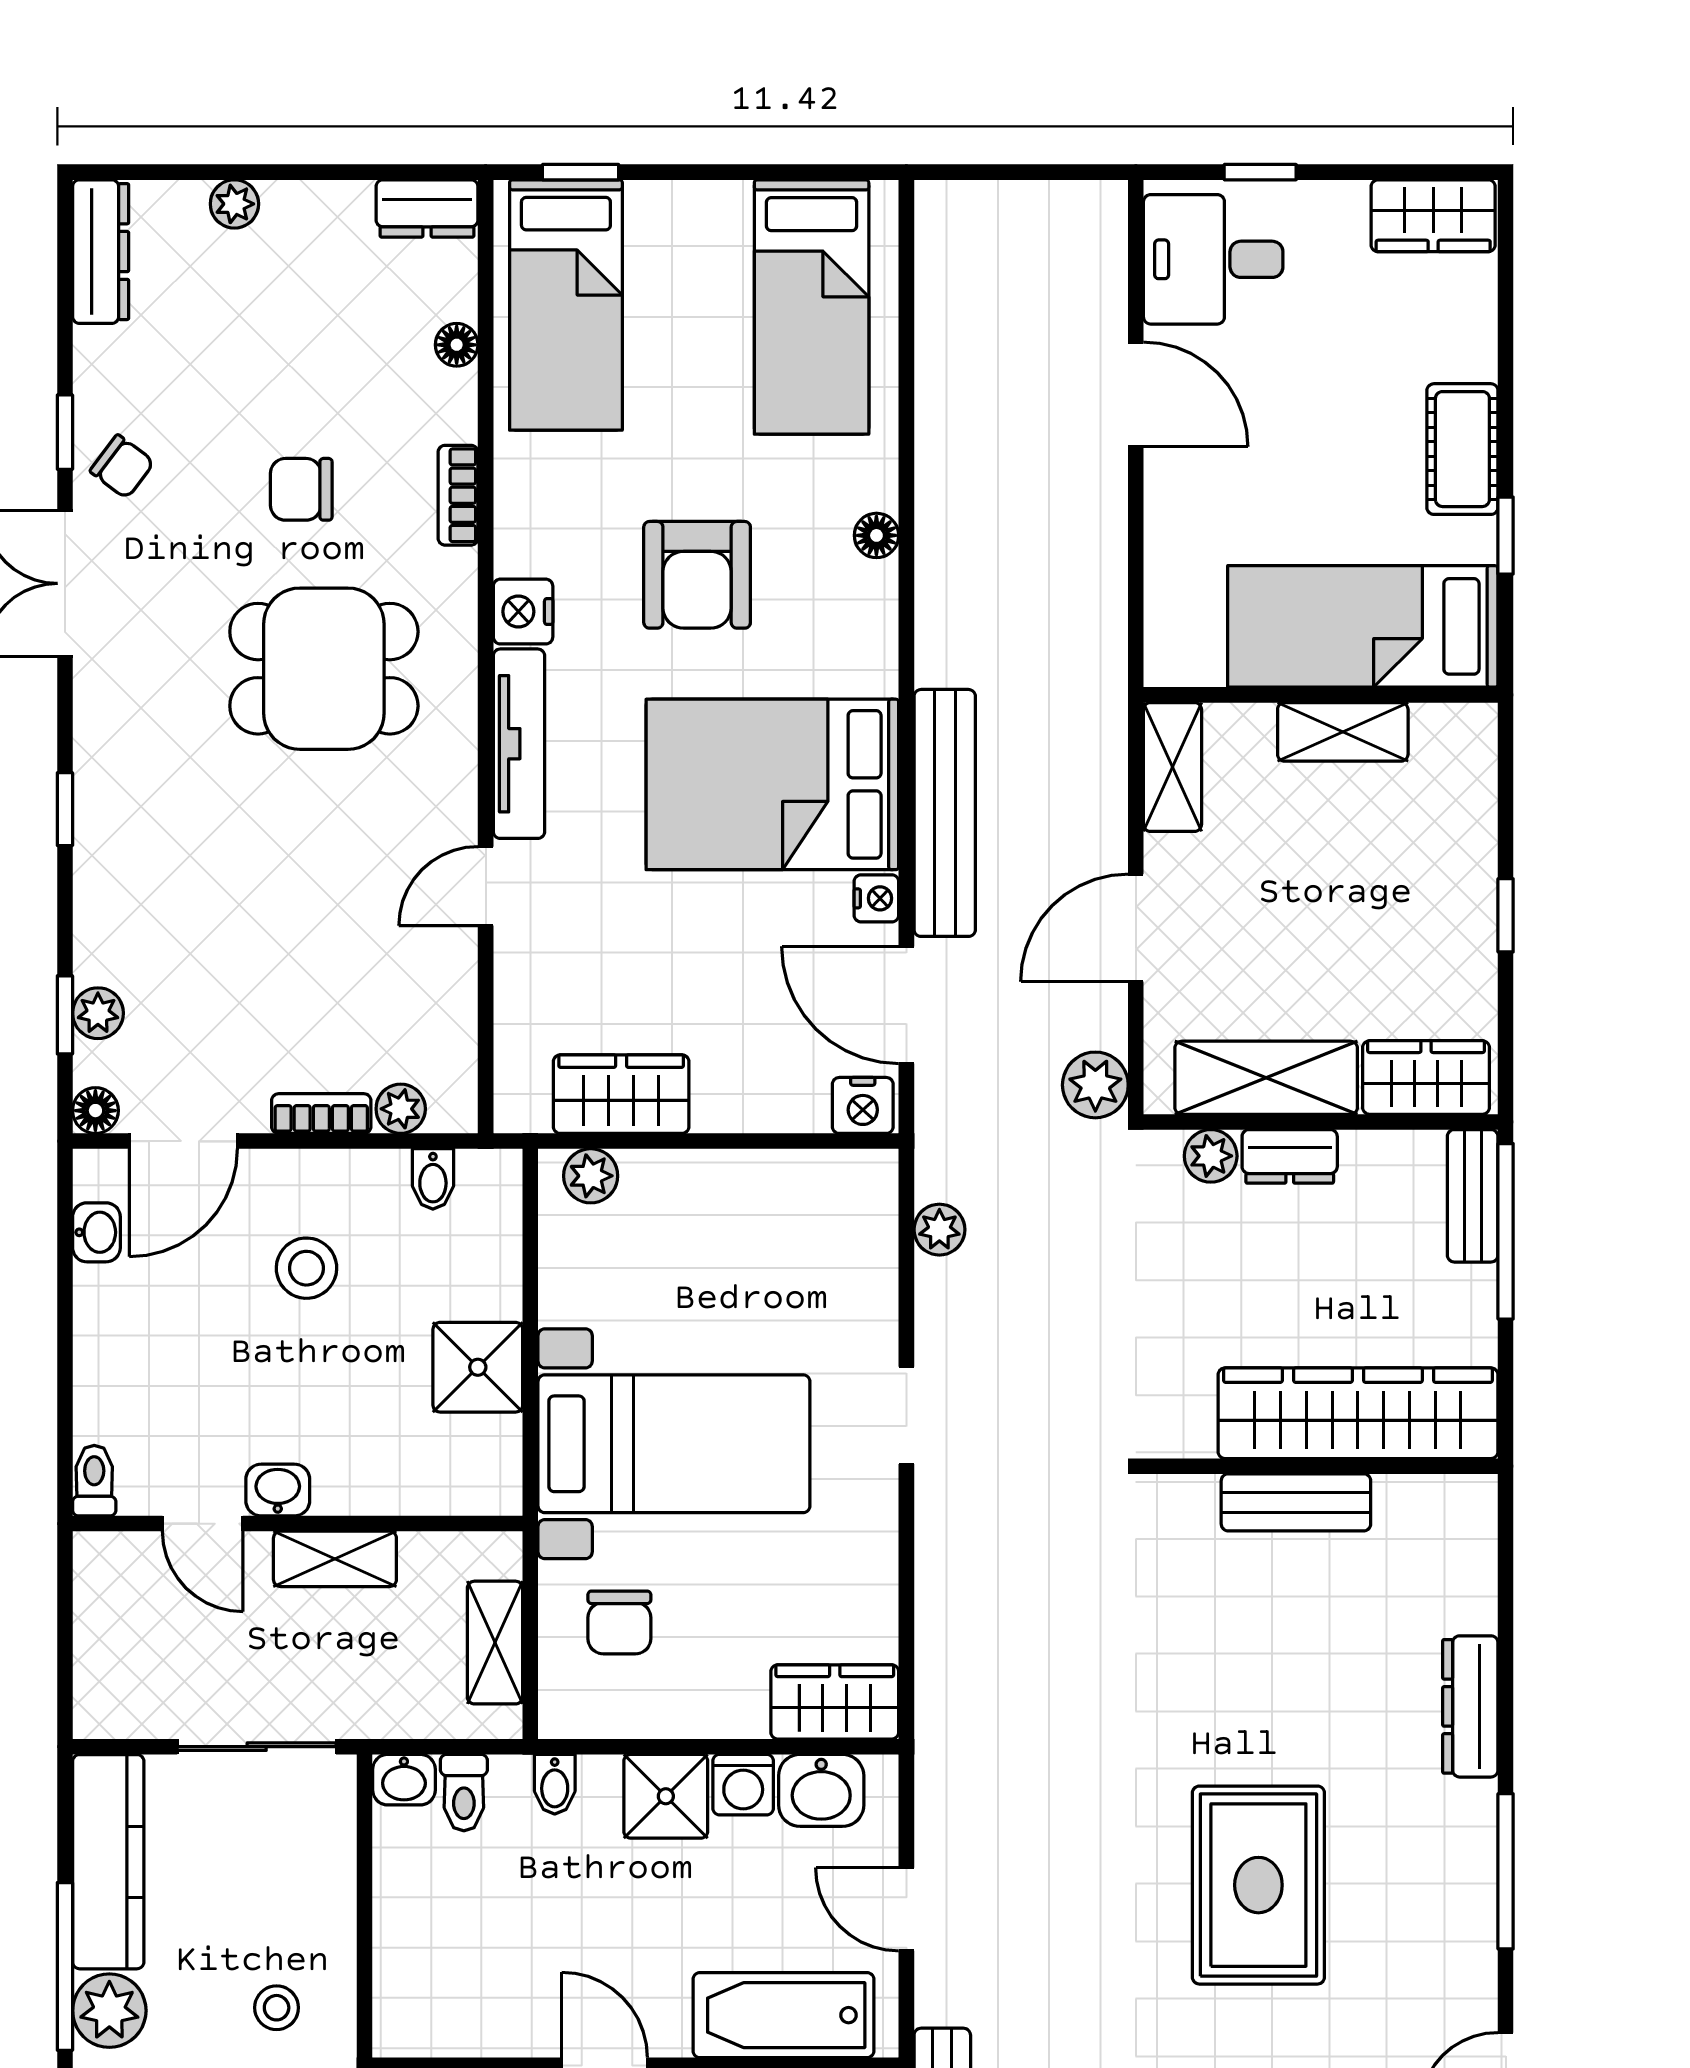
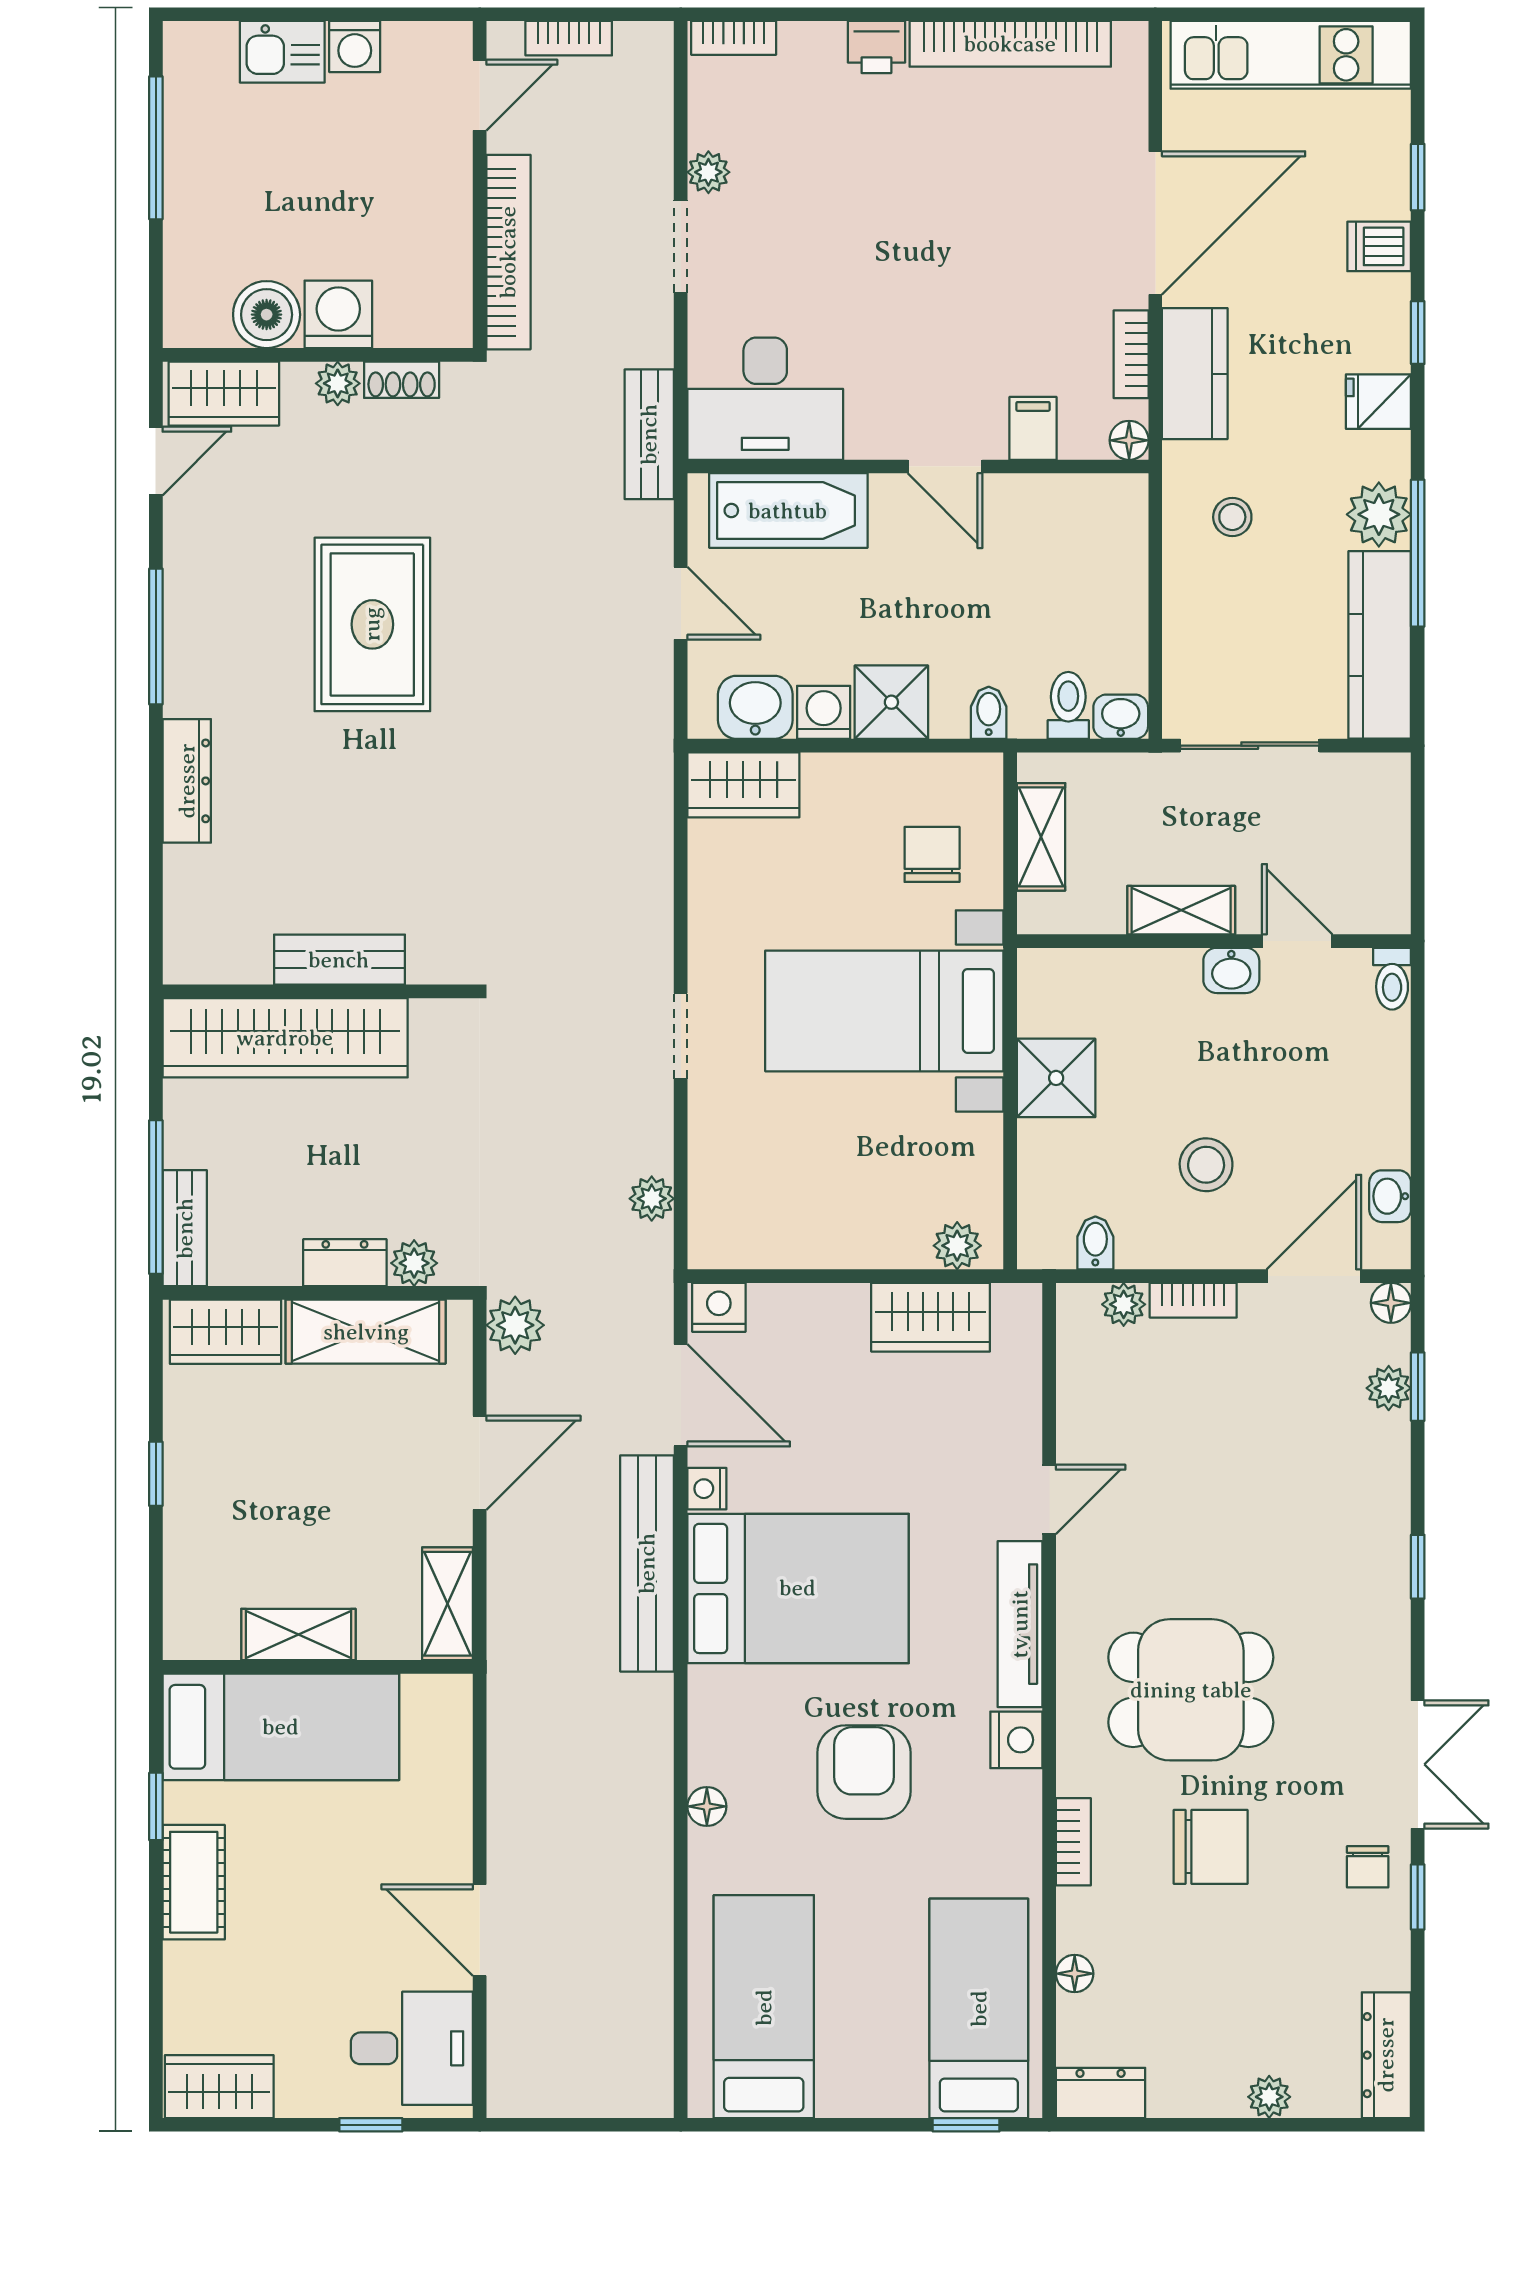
chair: (122, 467) -> (1368, 1867), turned -127
chair: (301, 489) -> (1211, 1847), width x1.37, depth x1.37

